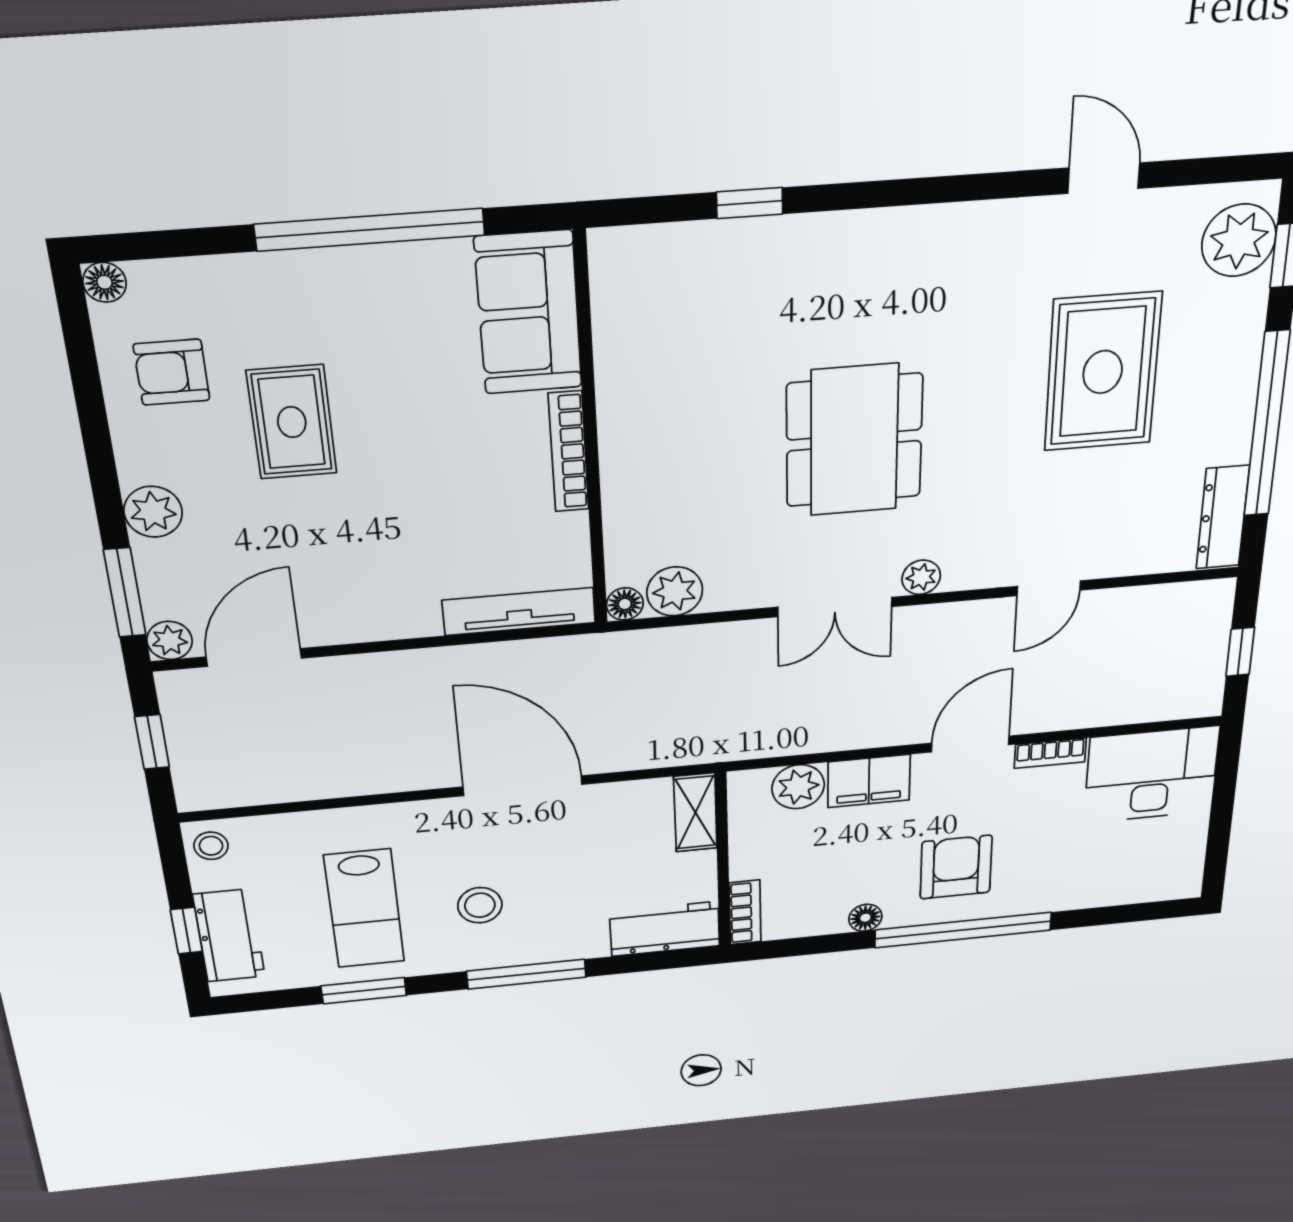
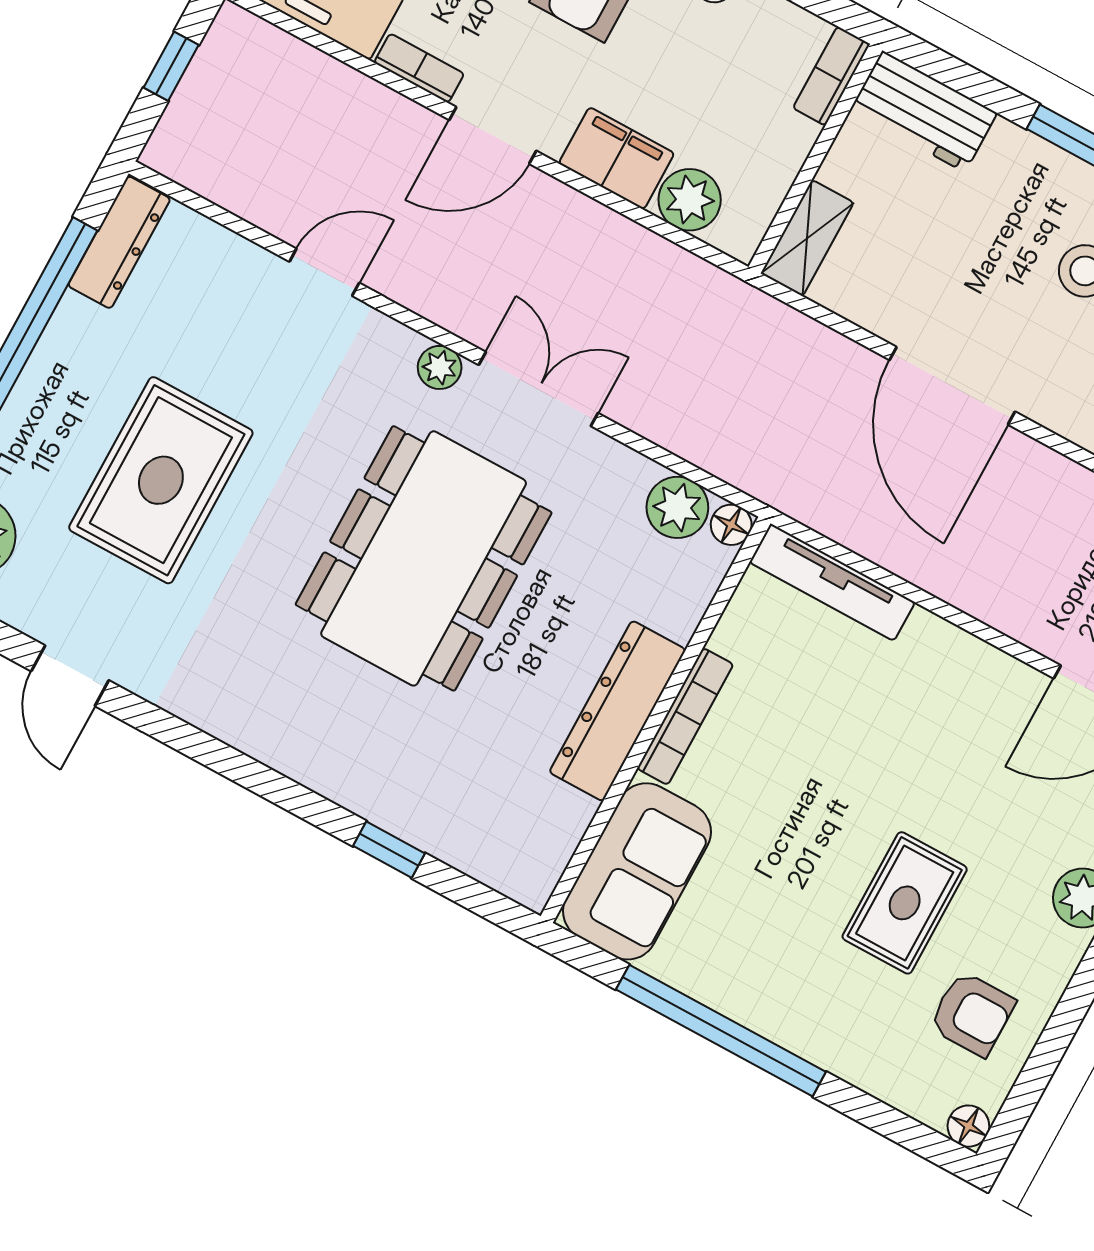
dresser: (626, 423) -> (618, 711), added
dining table: (854, 440) -> (424, 558), width x1.36, depth x1.24

